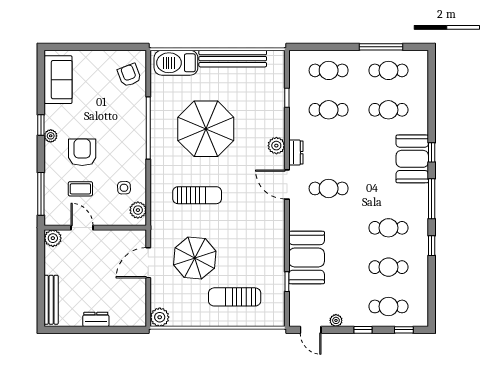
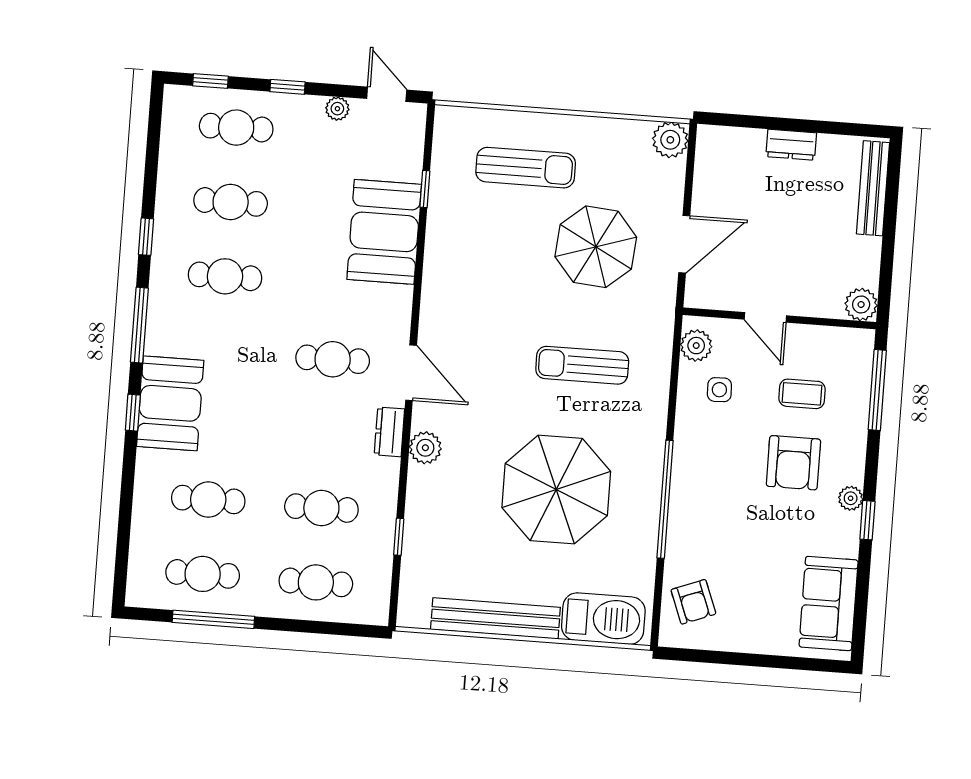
door: (82, 228) -> (765, 317), moved

